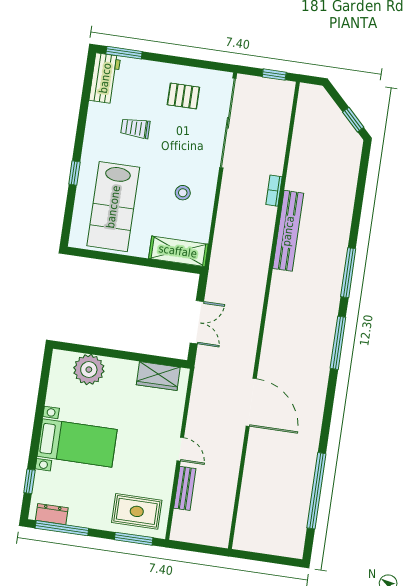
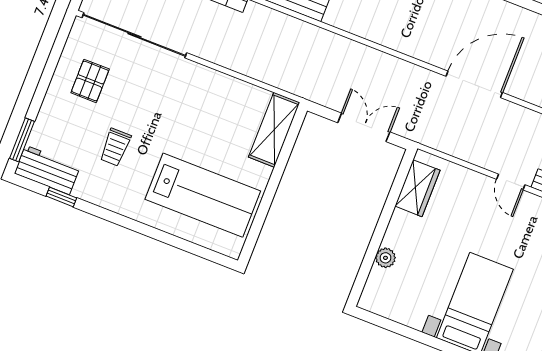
window: (74, 173) -> (61, 197), moved
stool: (183, 193) -> (205, 108), removed
plant: (89, 370) -> (385, 258), width x0.53, depth x0.53
door: (180, 449) -> (511, 182), swing flipped

